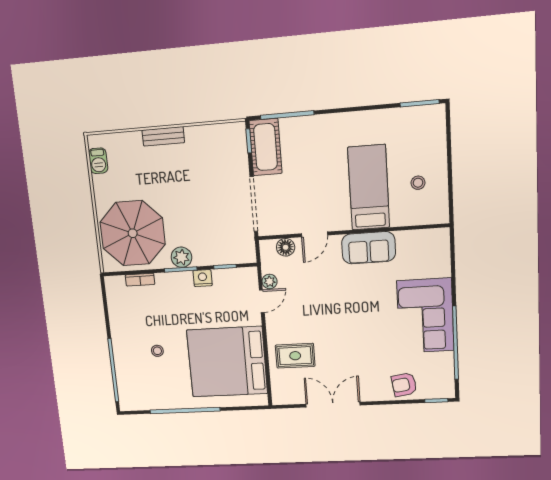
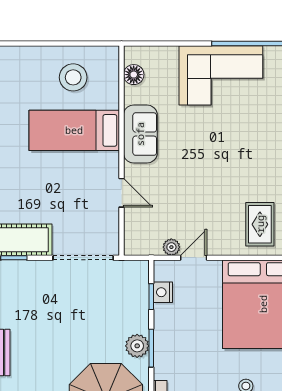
stool: (418, 183) -> (73, 77), width x1.89, depth x1.89
floor lamp: (286, 247) -> (134, 75), moved
nightstand: (203, 278) -> (163, 292), moved
door: (262, 301) -> (194, 258), hinge flipped

